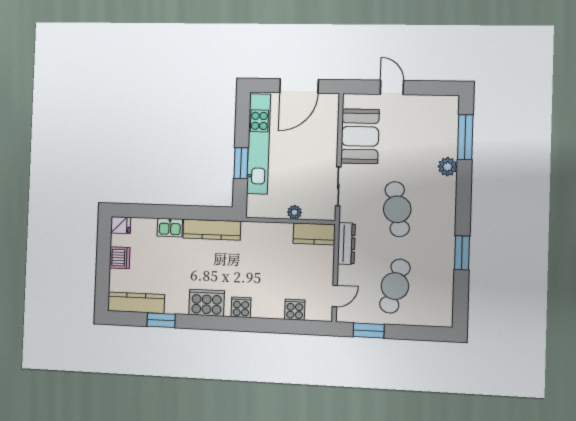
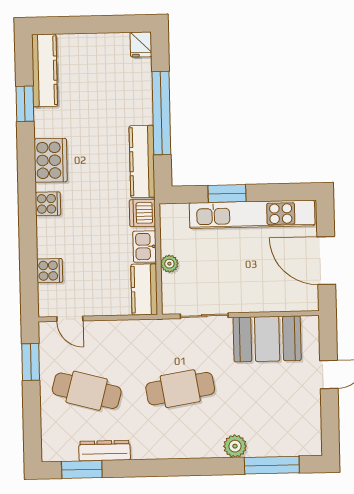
window: (175, 212) -> (161, 113), added
kitchen sink: (170, 228) -> (145, 247), moved
dresser: (346, 244) -> (105, 451), moved, turned 180
window: (462, 253) -> (82, 470), moved
dishwasher: (120, 258) -> (142, 213), moved, turned 90

